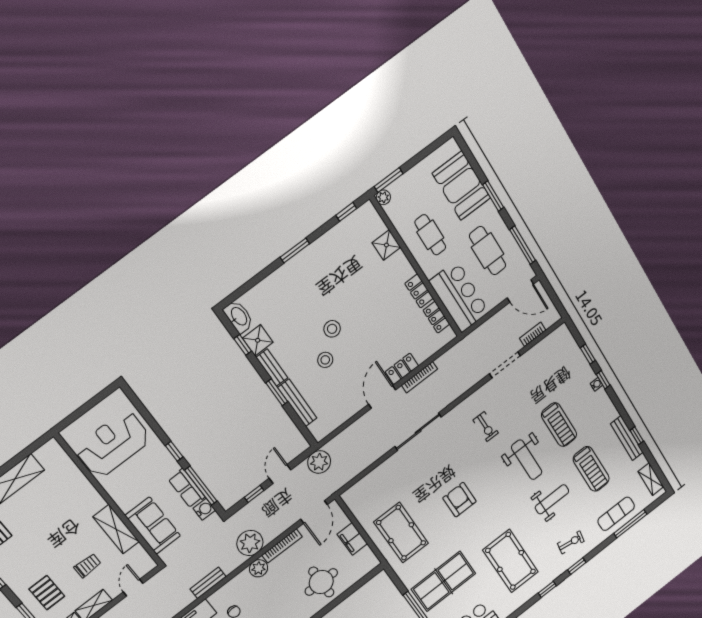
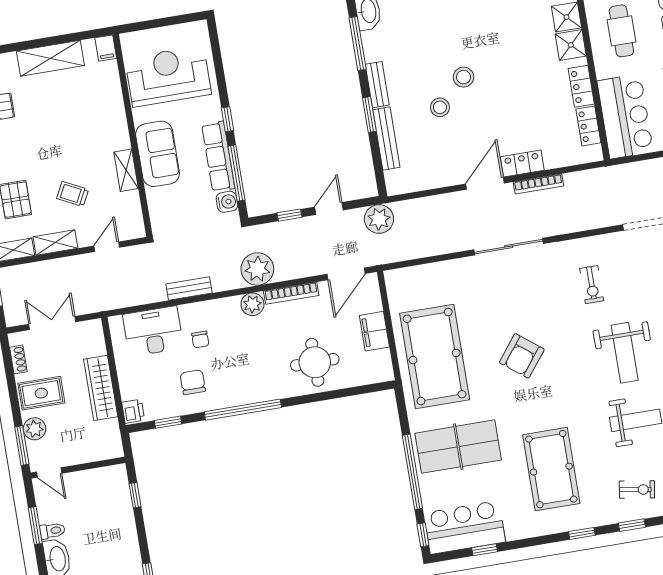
shower: (258, 340) -> (571, 45), moved
window: (243, 345) -> (358, 43), width x2.17
filing cabinet: (54, 449) -> (106, 48), added
row of seats: (187, 488) -> (218, 156), width x1.48
armchair: (459, 500) -> (522, 356), turned -142
sofa: (153, 526) -> (158, 154), moved
shelving: (116, 529) -> (126, 170), width x0.67, depth x0.75
pool table: (401, 533) -> (435, 356), width x1.36, depth x1.32
trolley: (87, 566) -> (73, 194), turned -153

